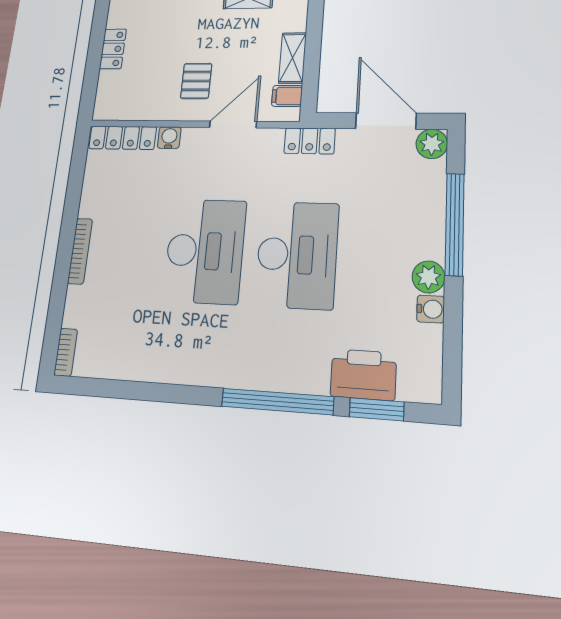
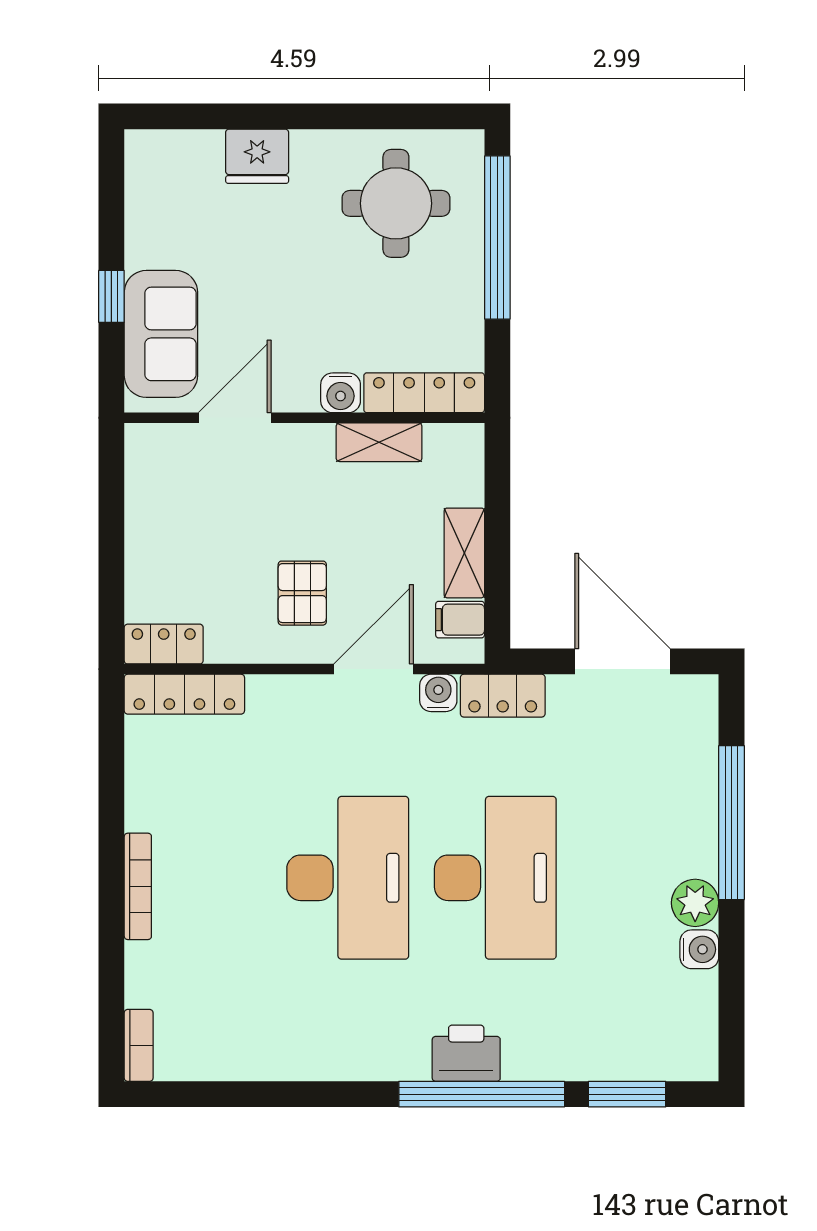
locker: (113, 49) -> (164, 644), moved, turned -90
water cooler: (169, 138) -> (438, 693), moved
plant: (432, 144) -> (695, 698), removed
printer: (363, 375) -> (466, 1053), moved, width x0.73, depth x0.84

